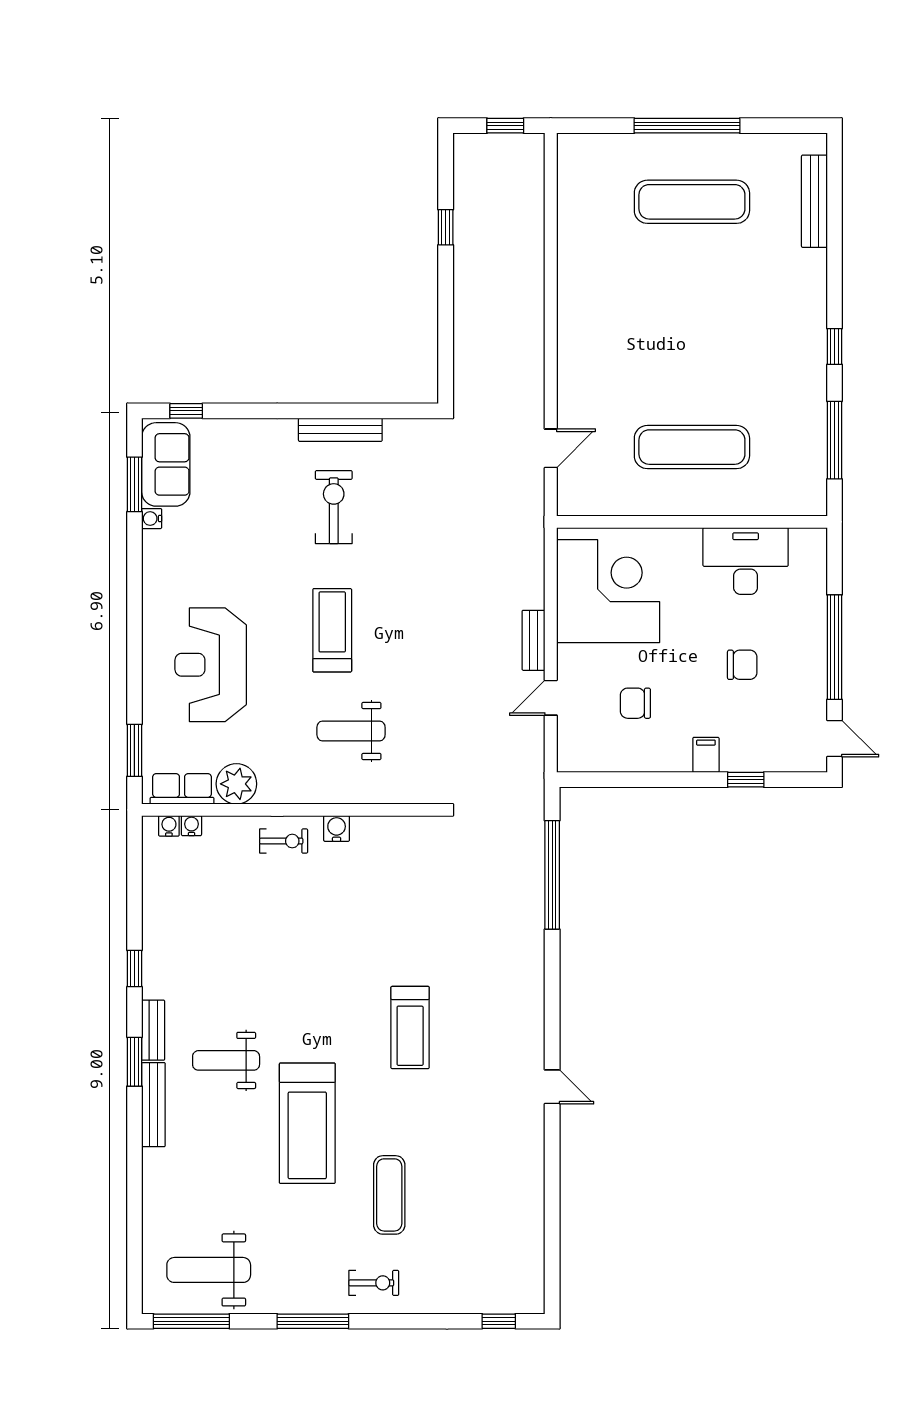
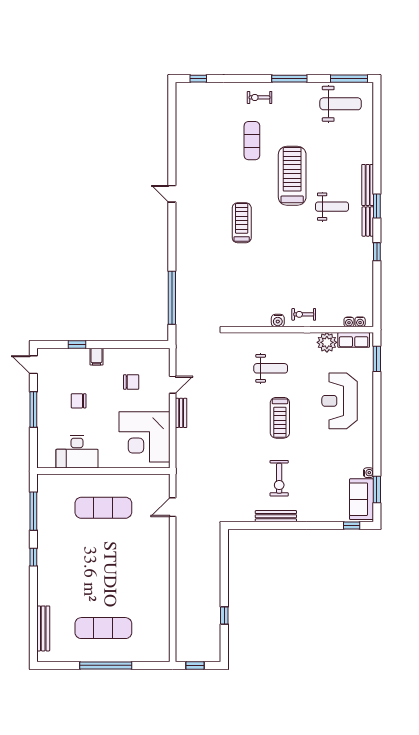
window: (835, 647) -> (33, 410), width x0.68
reception desk: (211, 665) -> (340, 401), turned 180

